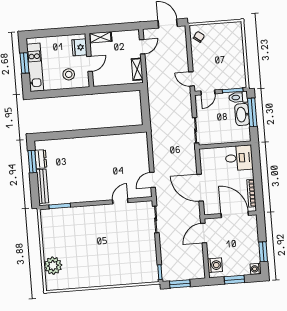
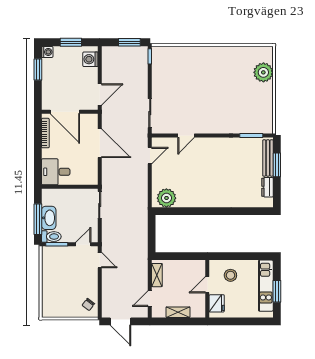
shelving: (100, 37) -> (178, 312), moved
plant: (134, 142) -> (166, 198), added
window: (32, 162) -> (277, 165), moved

